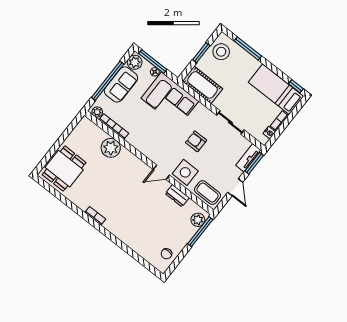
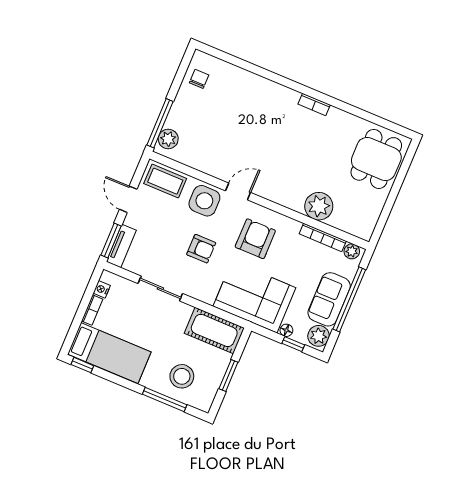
stool: (221, 52) -> (182, 376), moved
window: (153, 61) -> (293, 344), width x0.46
armchair: (159, 138) -> (255, 239), added
dresser: (177, 196) -> (207, 165), removed

